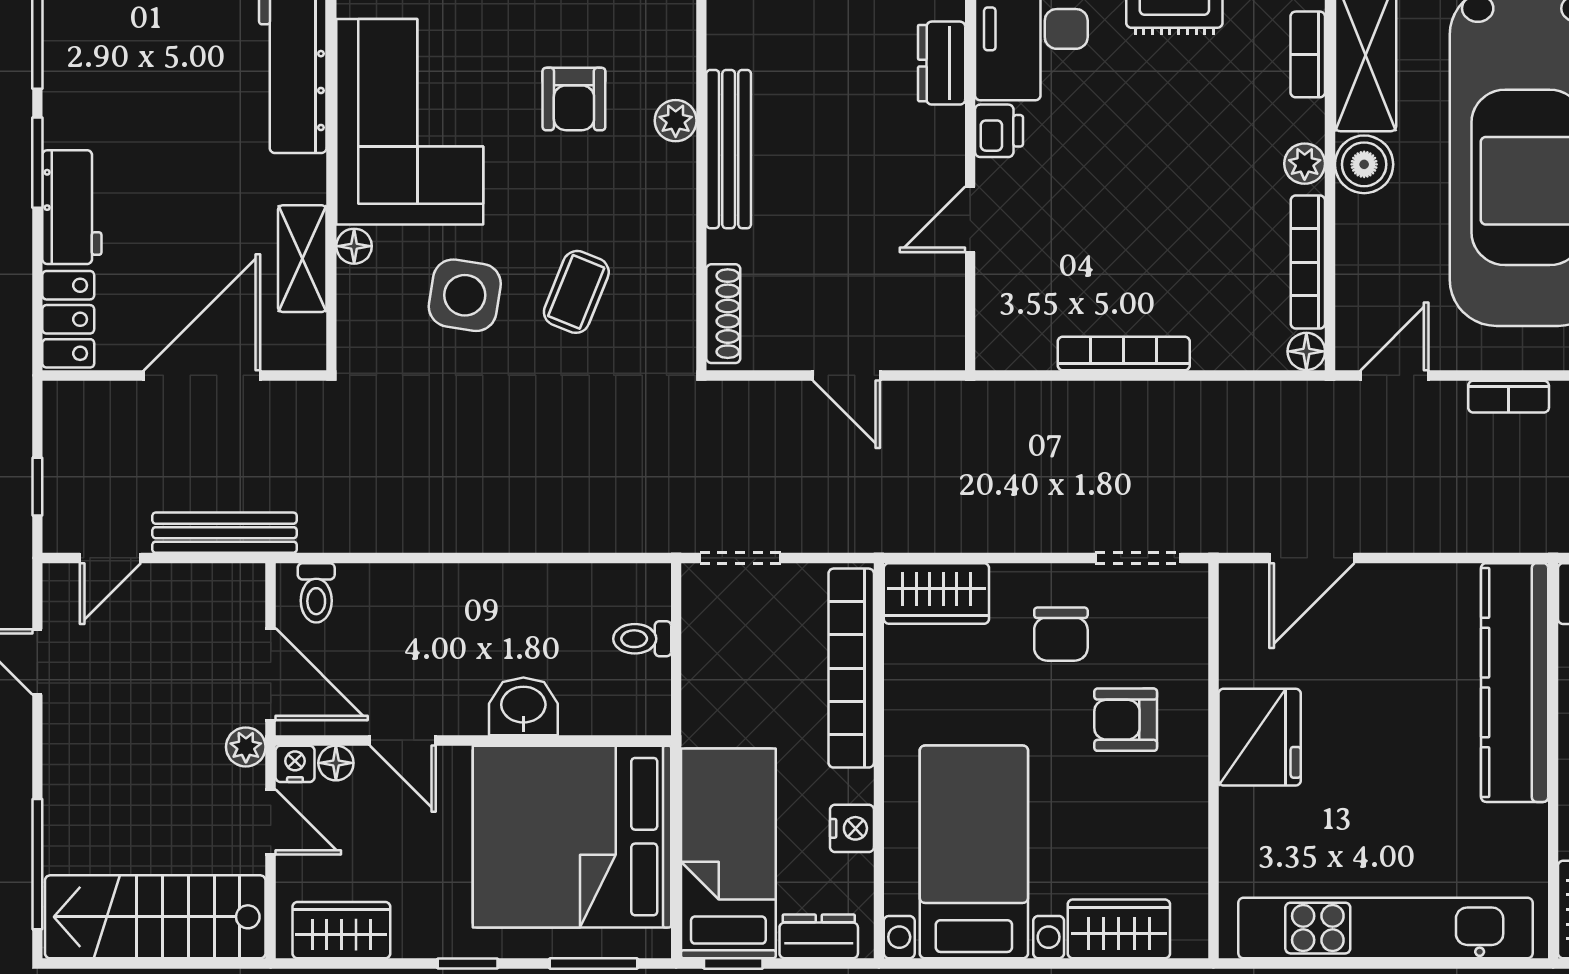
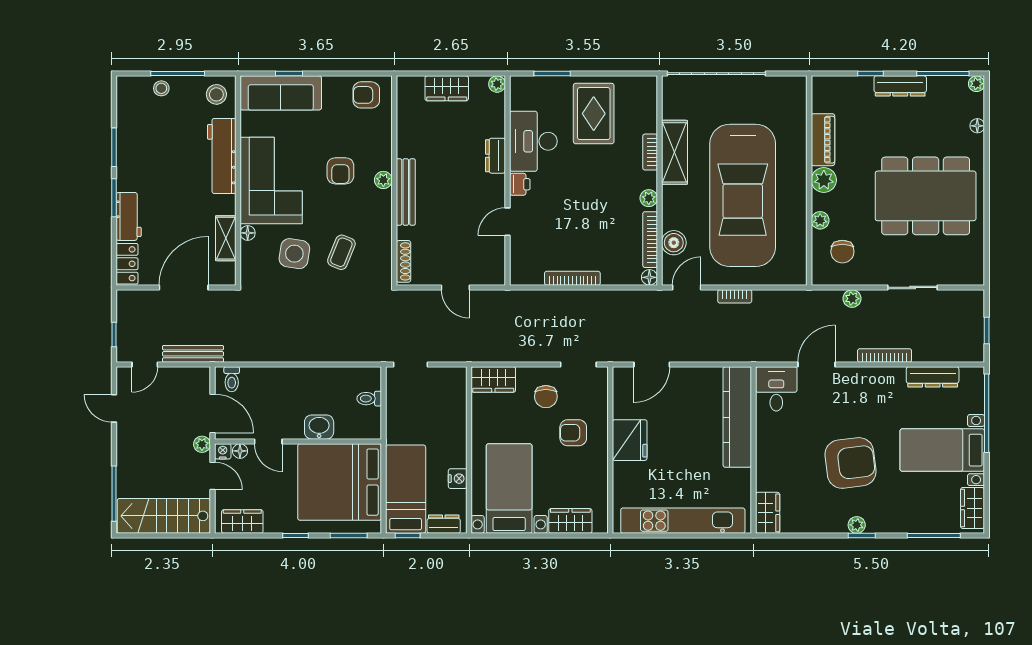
boiler: (1364, 164) -> (674, 243), moved
bookcase: (851, 668) -> (457, 411), removed

